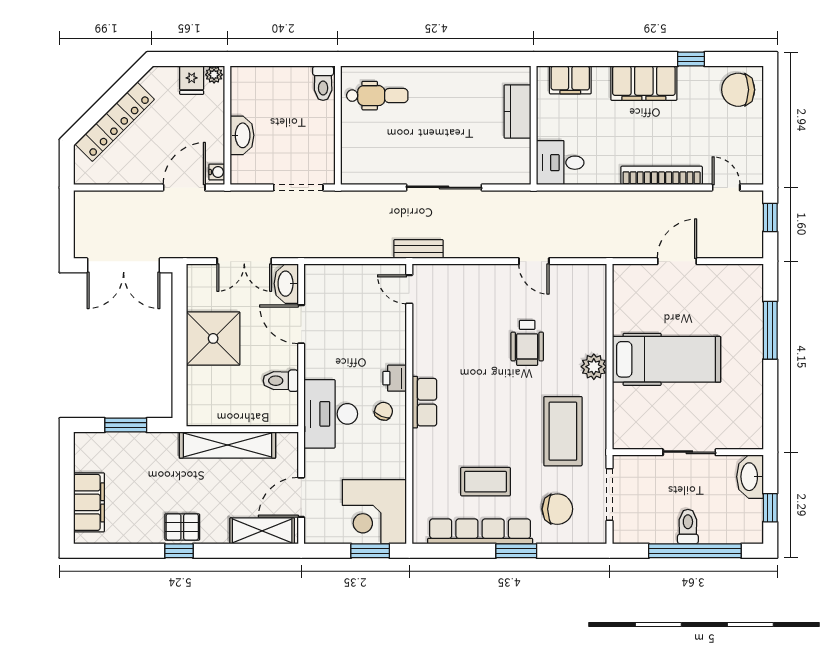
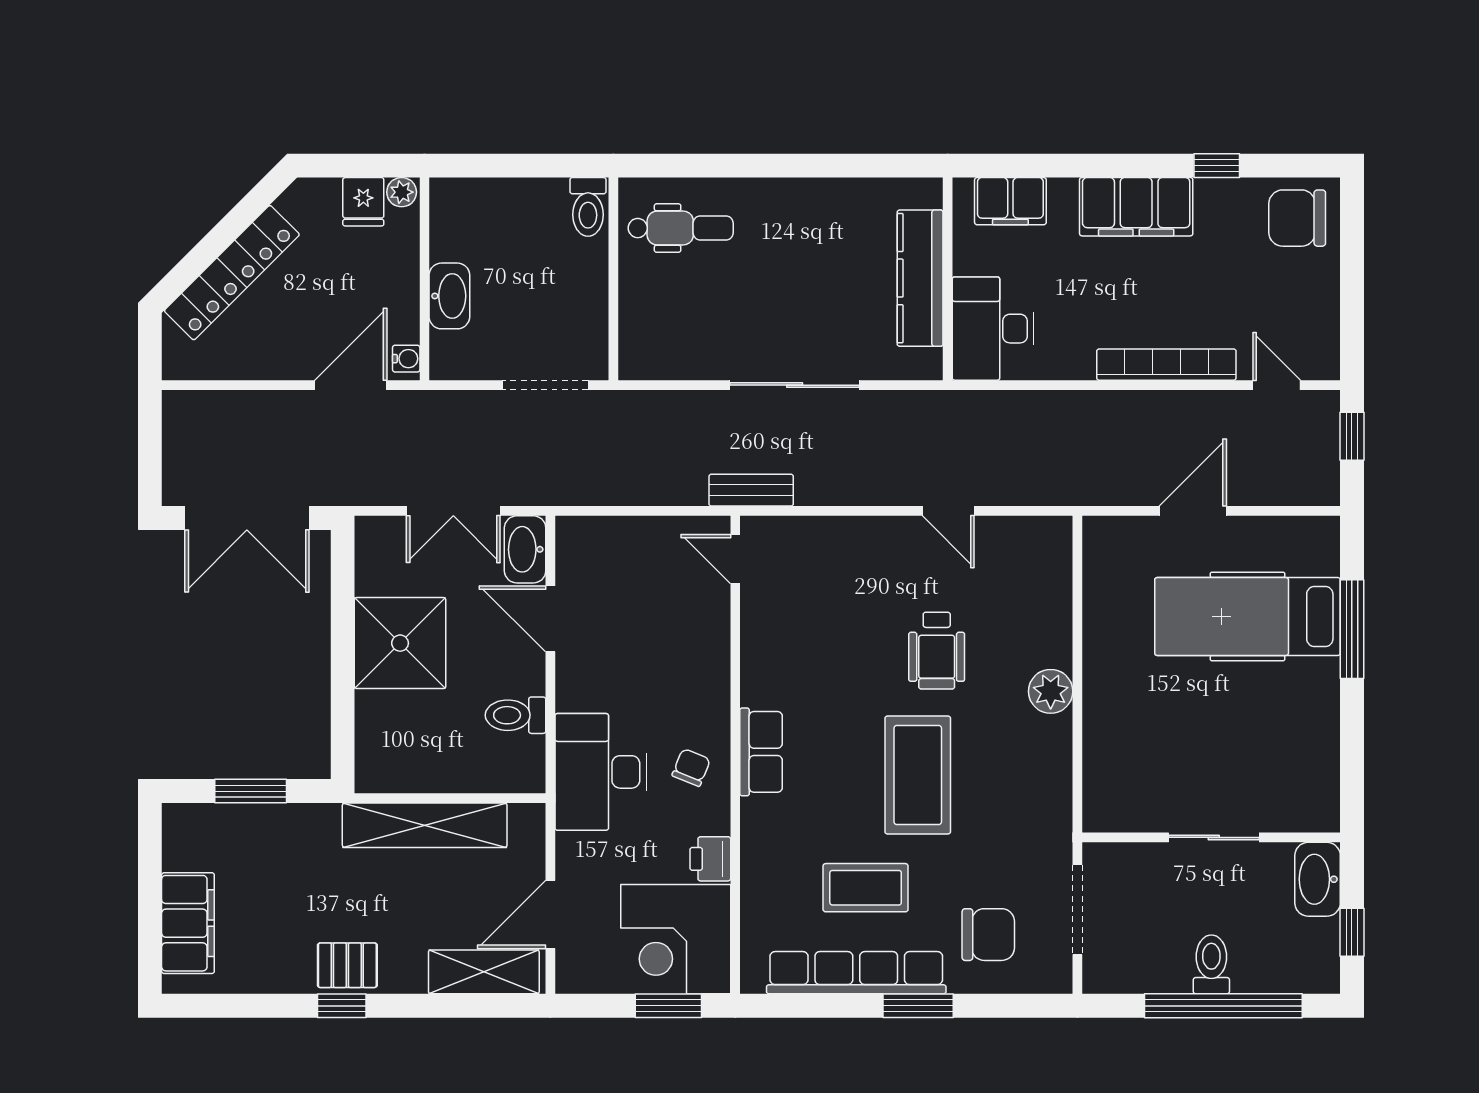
kitchen counter: (517, 112) -> (920, 278), width x1.50
desk: (560, 163) -> (993, 329), width x1.37
hospital bed: (666, 359) -> (1248, 616), moved, turned 180
printer: (395, 378) -> (710, 859), moved
coffee table: (563, 431) -> (918, 775), moved

